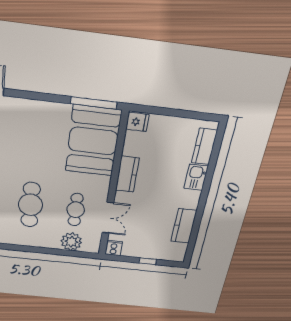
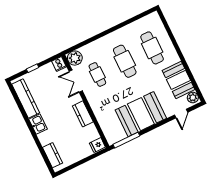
booth: (93, 141) -> (141, 114), moved, turned 90
kitchen sink: (196, 177) -> (38, 124), moved
kitchen counter: (184, 226) -> (26, 98), width x1.50
plant: (71, 242) -> (75, 58), moved

